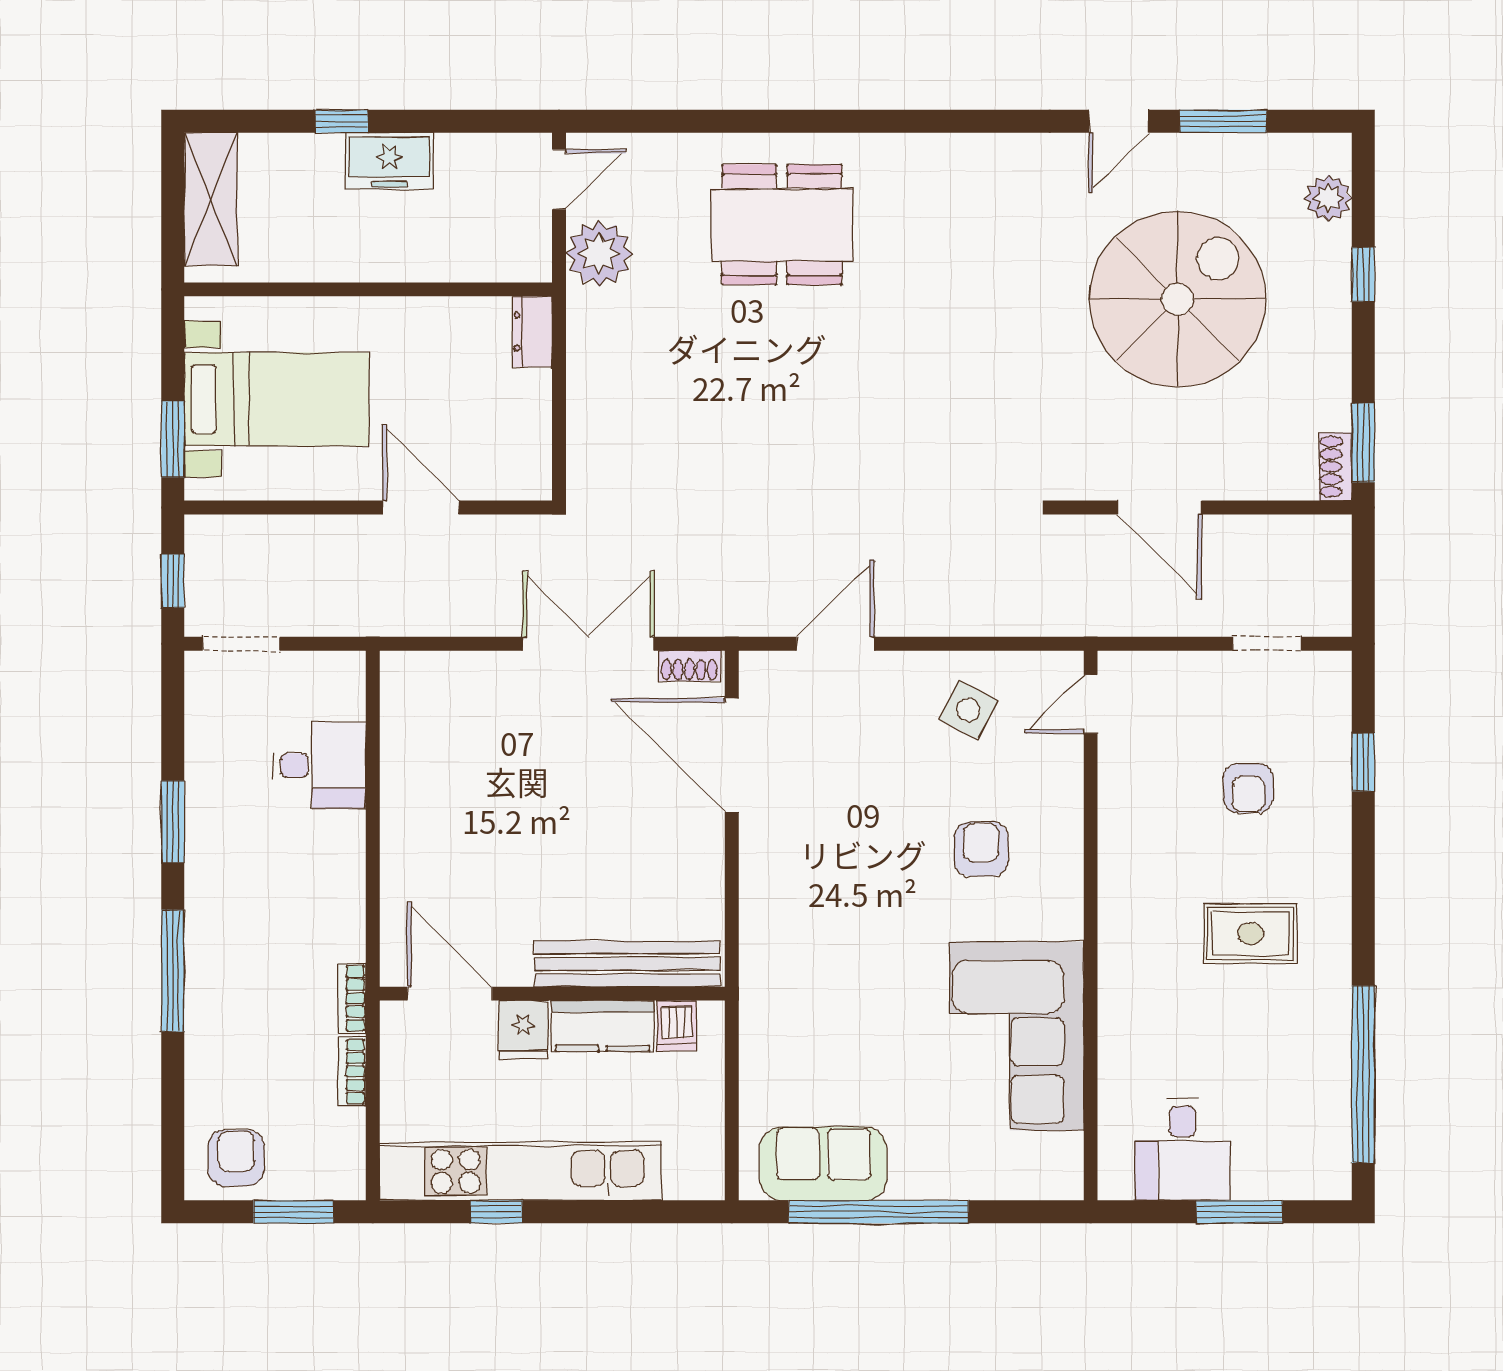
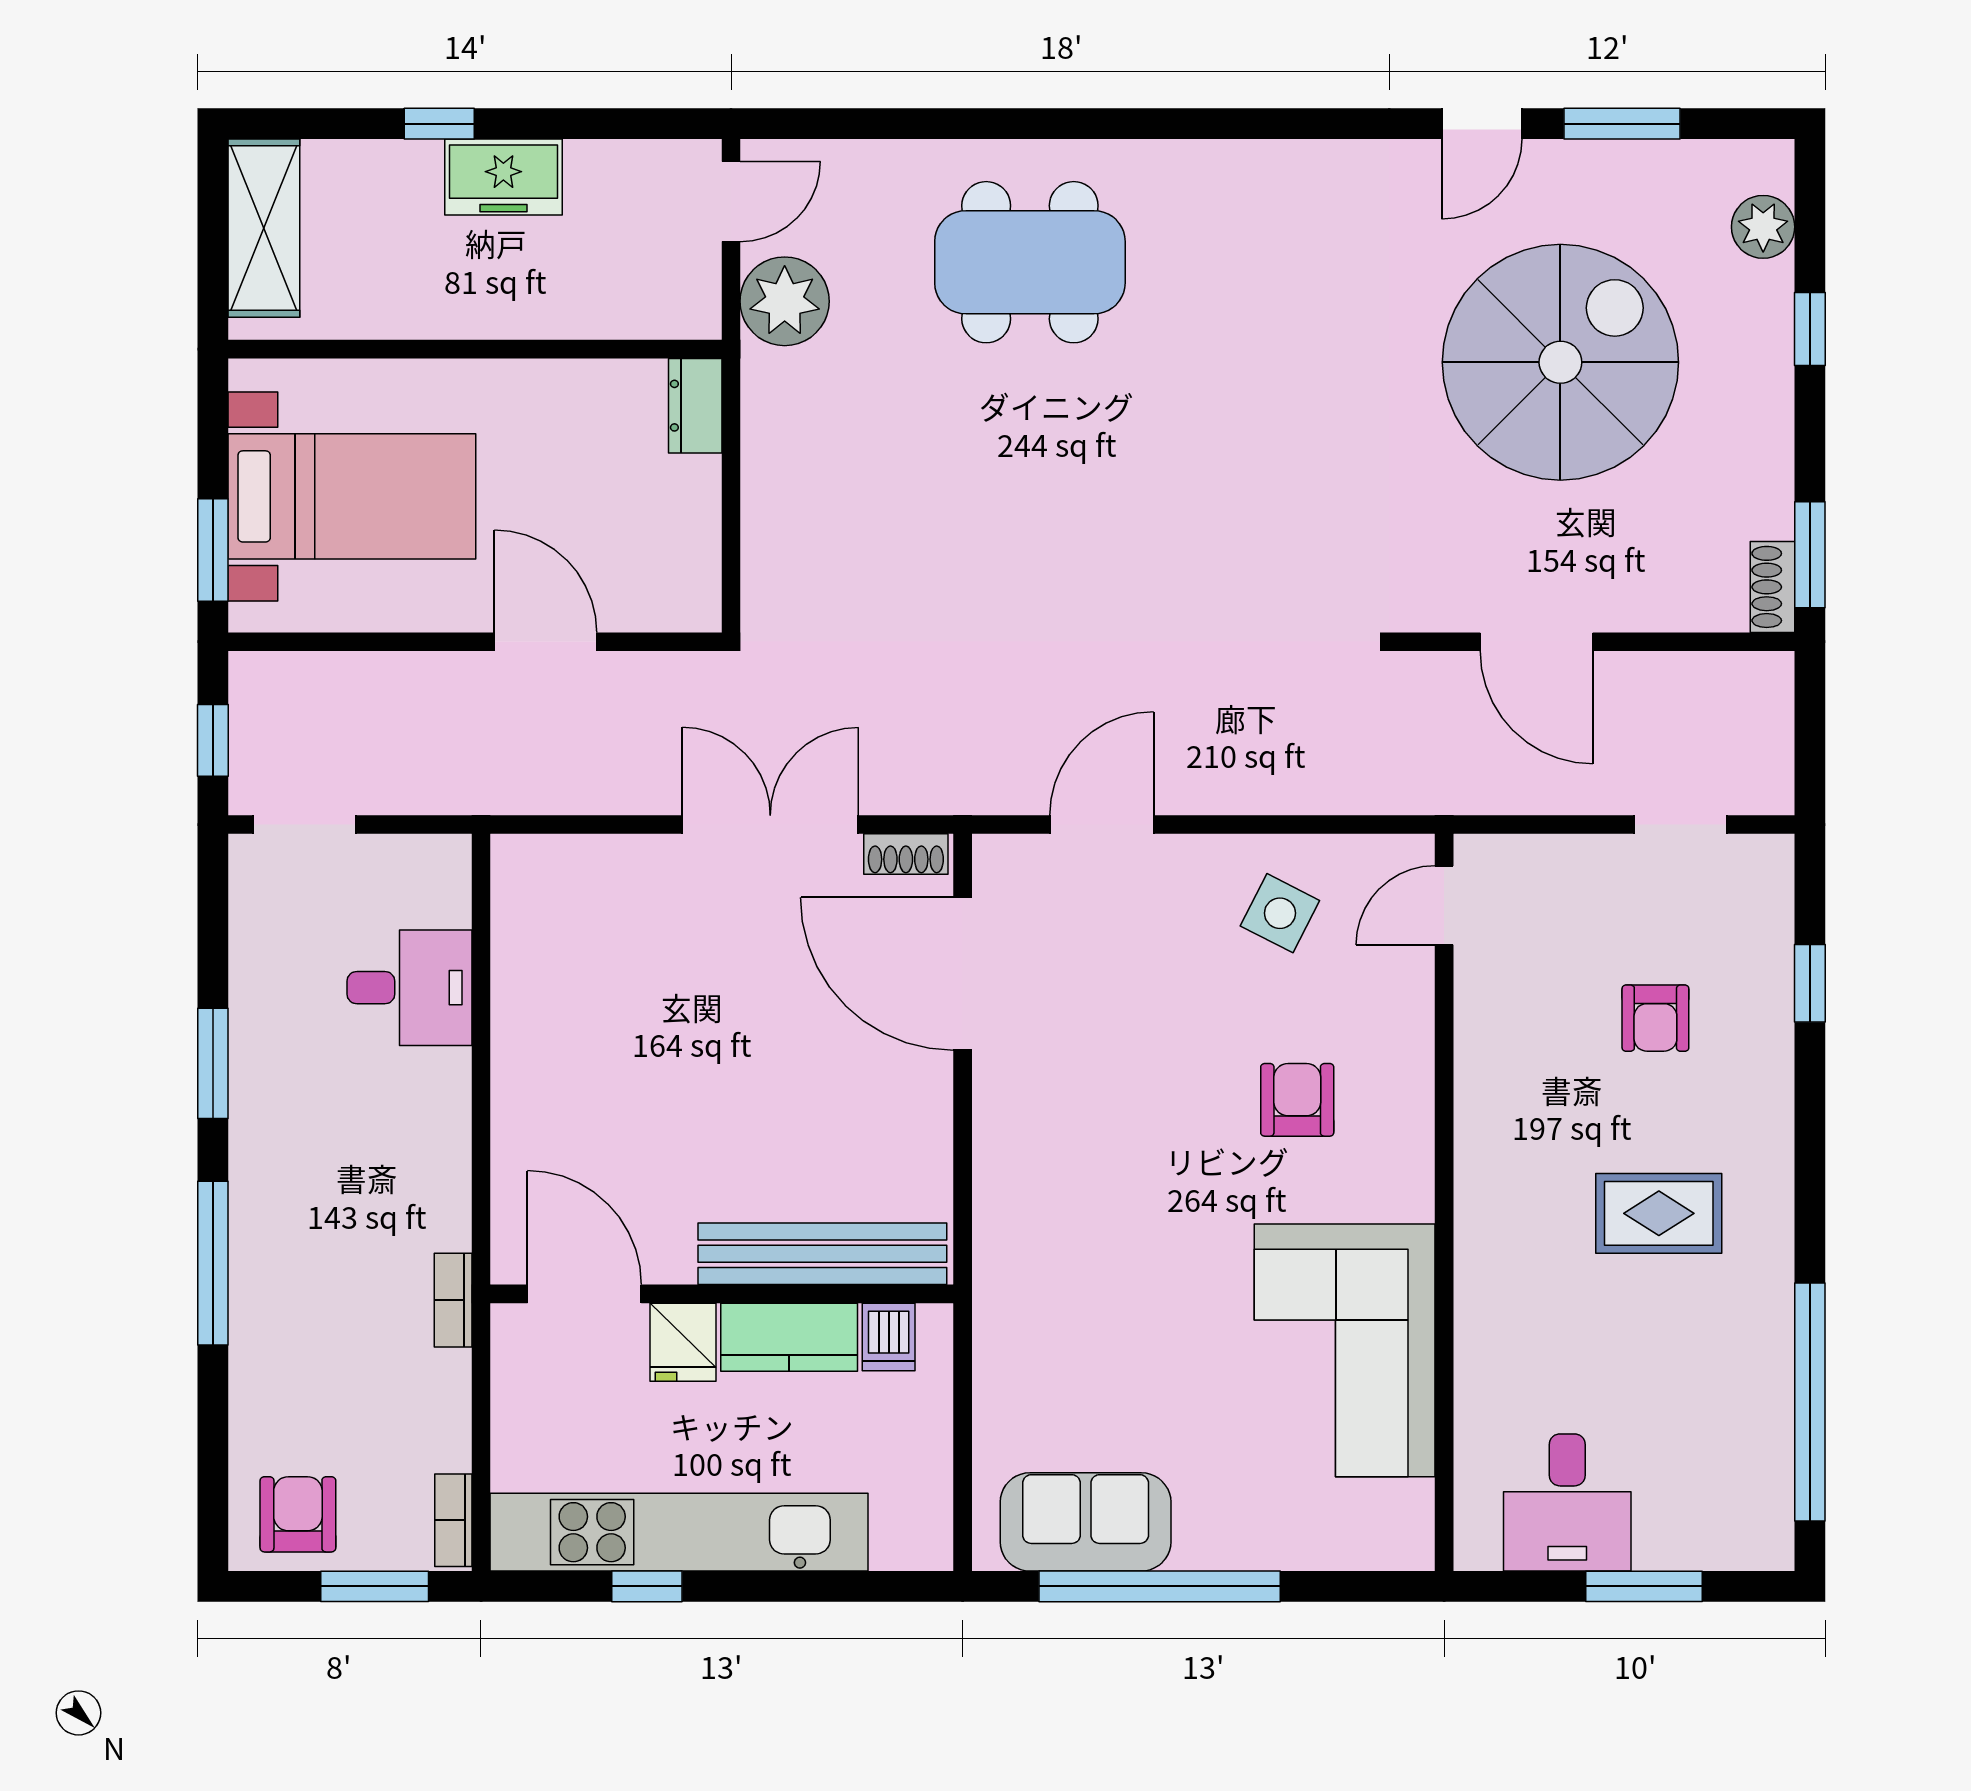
bookcase: (352, 1072) -> (453, 1520), moved

